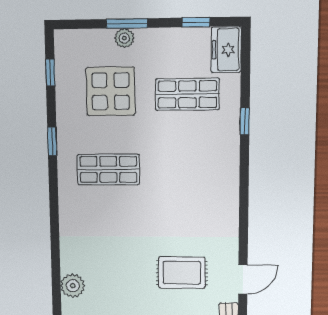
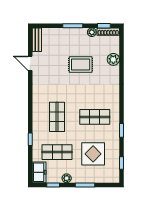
plant: (124, 38) -> (67, 178), moved
shop shelf: (187, 169) -> (57, 117), added
rug: (182, 273) -> (81, 64), moved
door: (243, 279) -> (30, 63), hinge flipped

